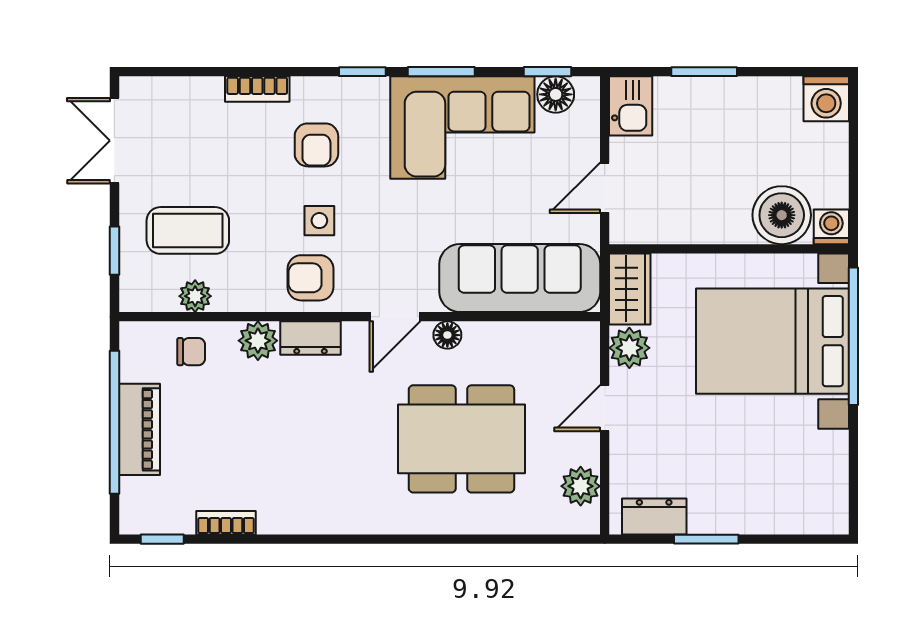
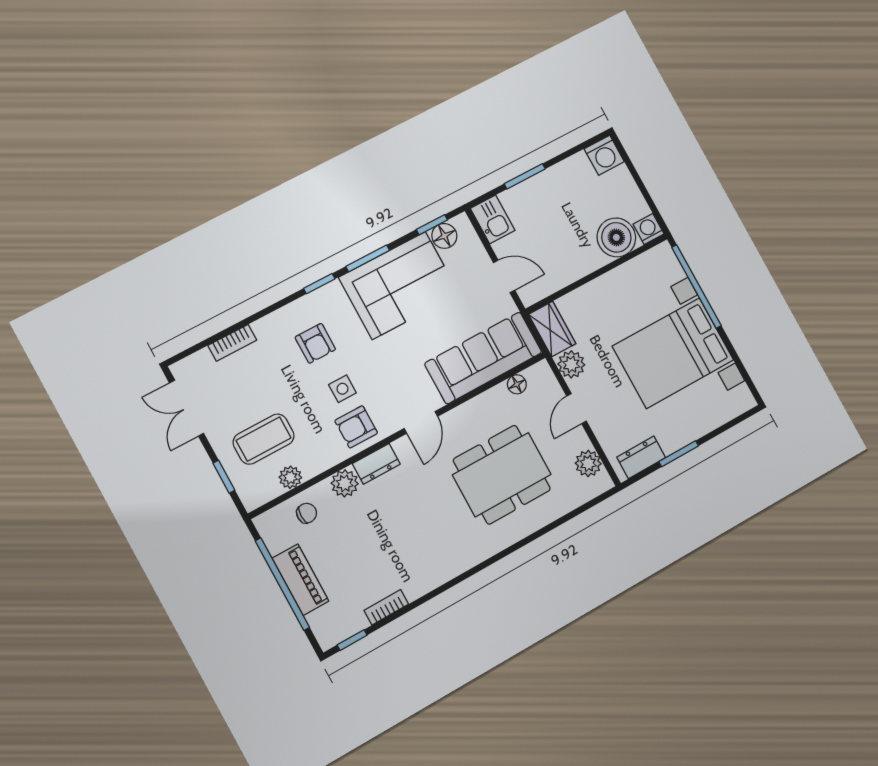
bookcase: (257, 89) -> (232, 343), moved
door: (605, 188) -> (504, 276), swing flipped
floor lamp: (447, 335) -> (517, 384), moved
bed with nightstands: (772, 341) -> (673, 353), moved

